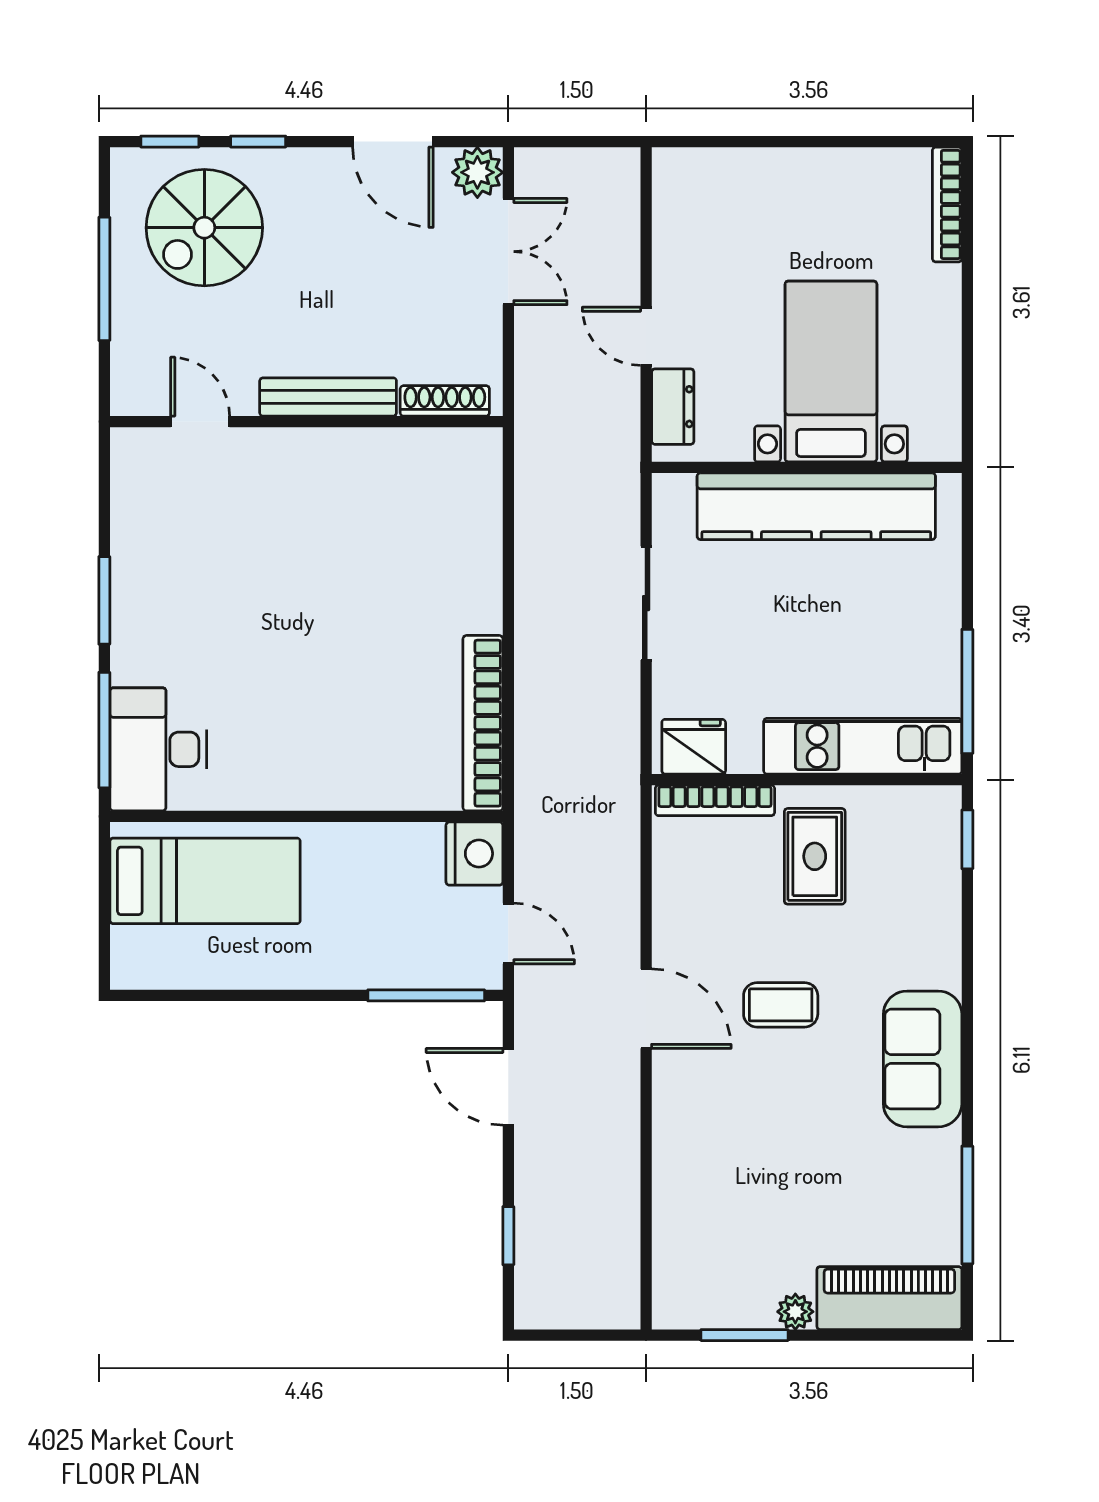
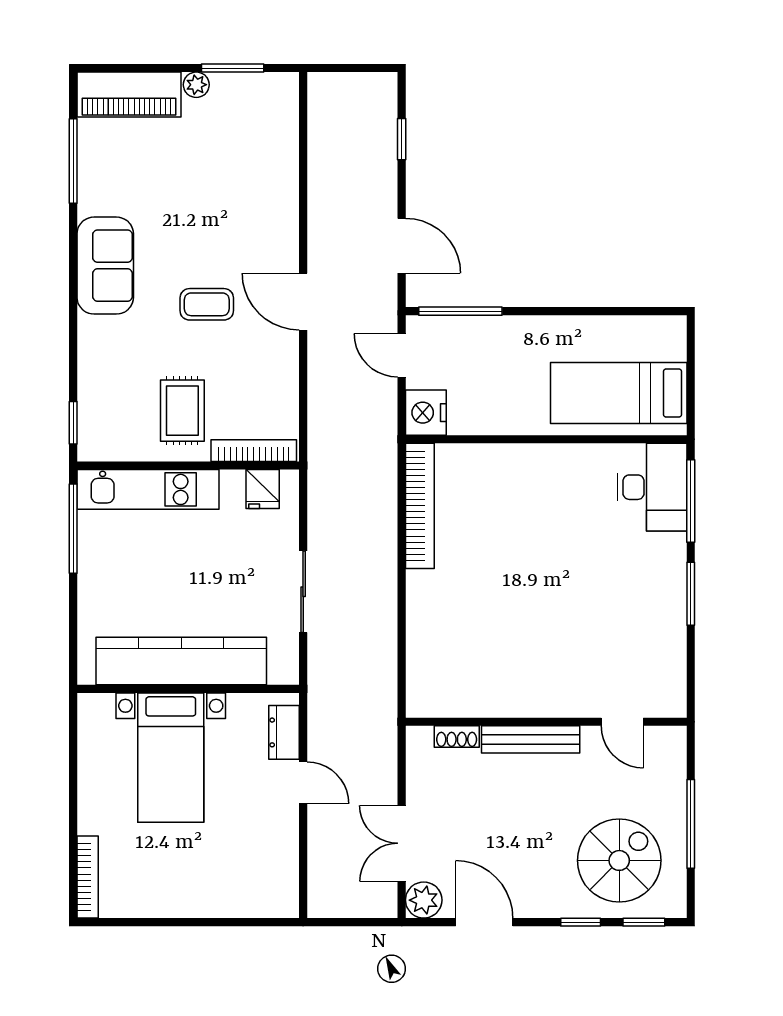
shoe rack: (445, 401) -> (457, 737), width x0.70
fridge: (694, 747) -> (263, 489), width x0.72

